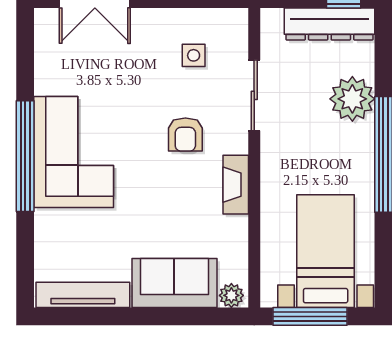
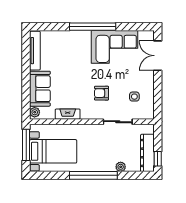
plant: (352, 99) -> (121, 167), width x0.53, depth x0.53
corner sofa: (74, 152) -> (115, 47), moved
fireplace: (236, 185) -> (68, 114), moved

